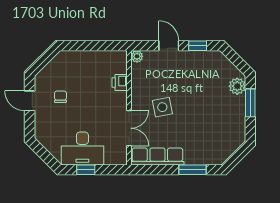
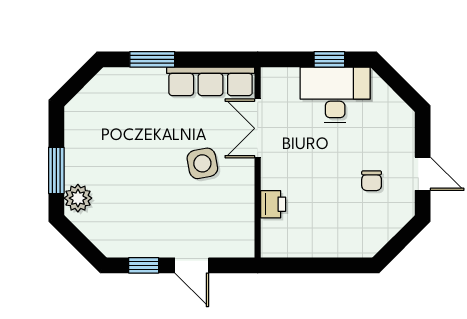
plant: (137, 56) -> (245, 248), removed

